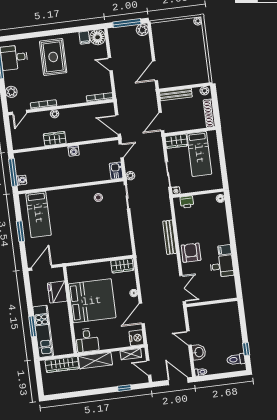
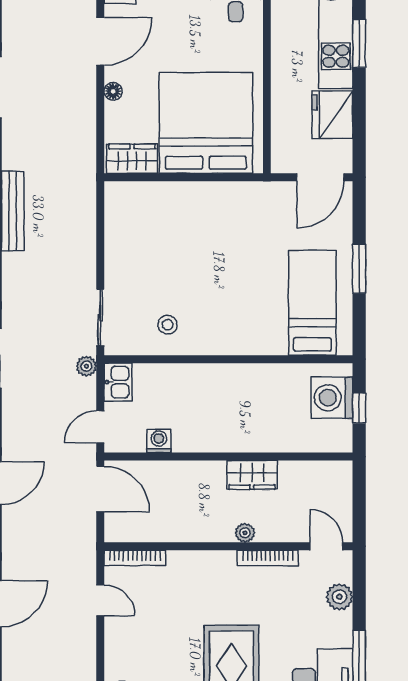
door: (110, 64) -> (100, 600), moved
door: (19, 112) -> (326, 546), hinge flipped
washing machine: (74, 151) -> (159, 441), moved
window: (13, 173) -> (359, 408), width x0.46
washing machine: (21, 180) -> (332, 398), width x1.89, depth x1.89
fridge: (57, 292) -> (332, 115), moved, turned 180
bed: (92, 301) -> (206, 123), moved, turned 90

